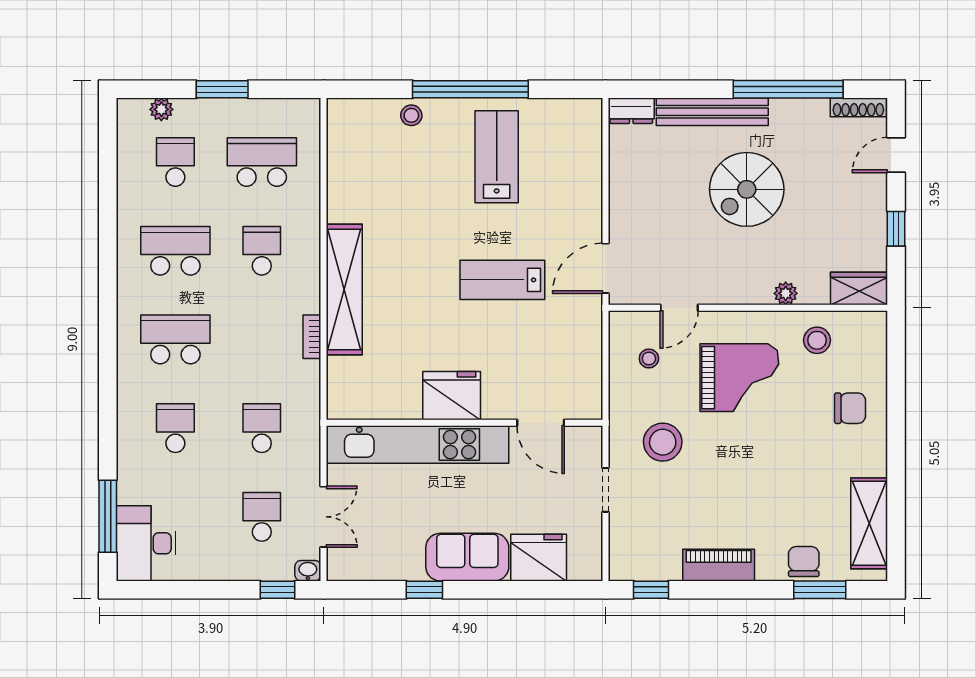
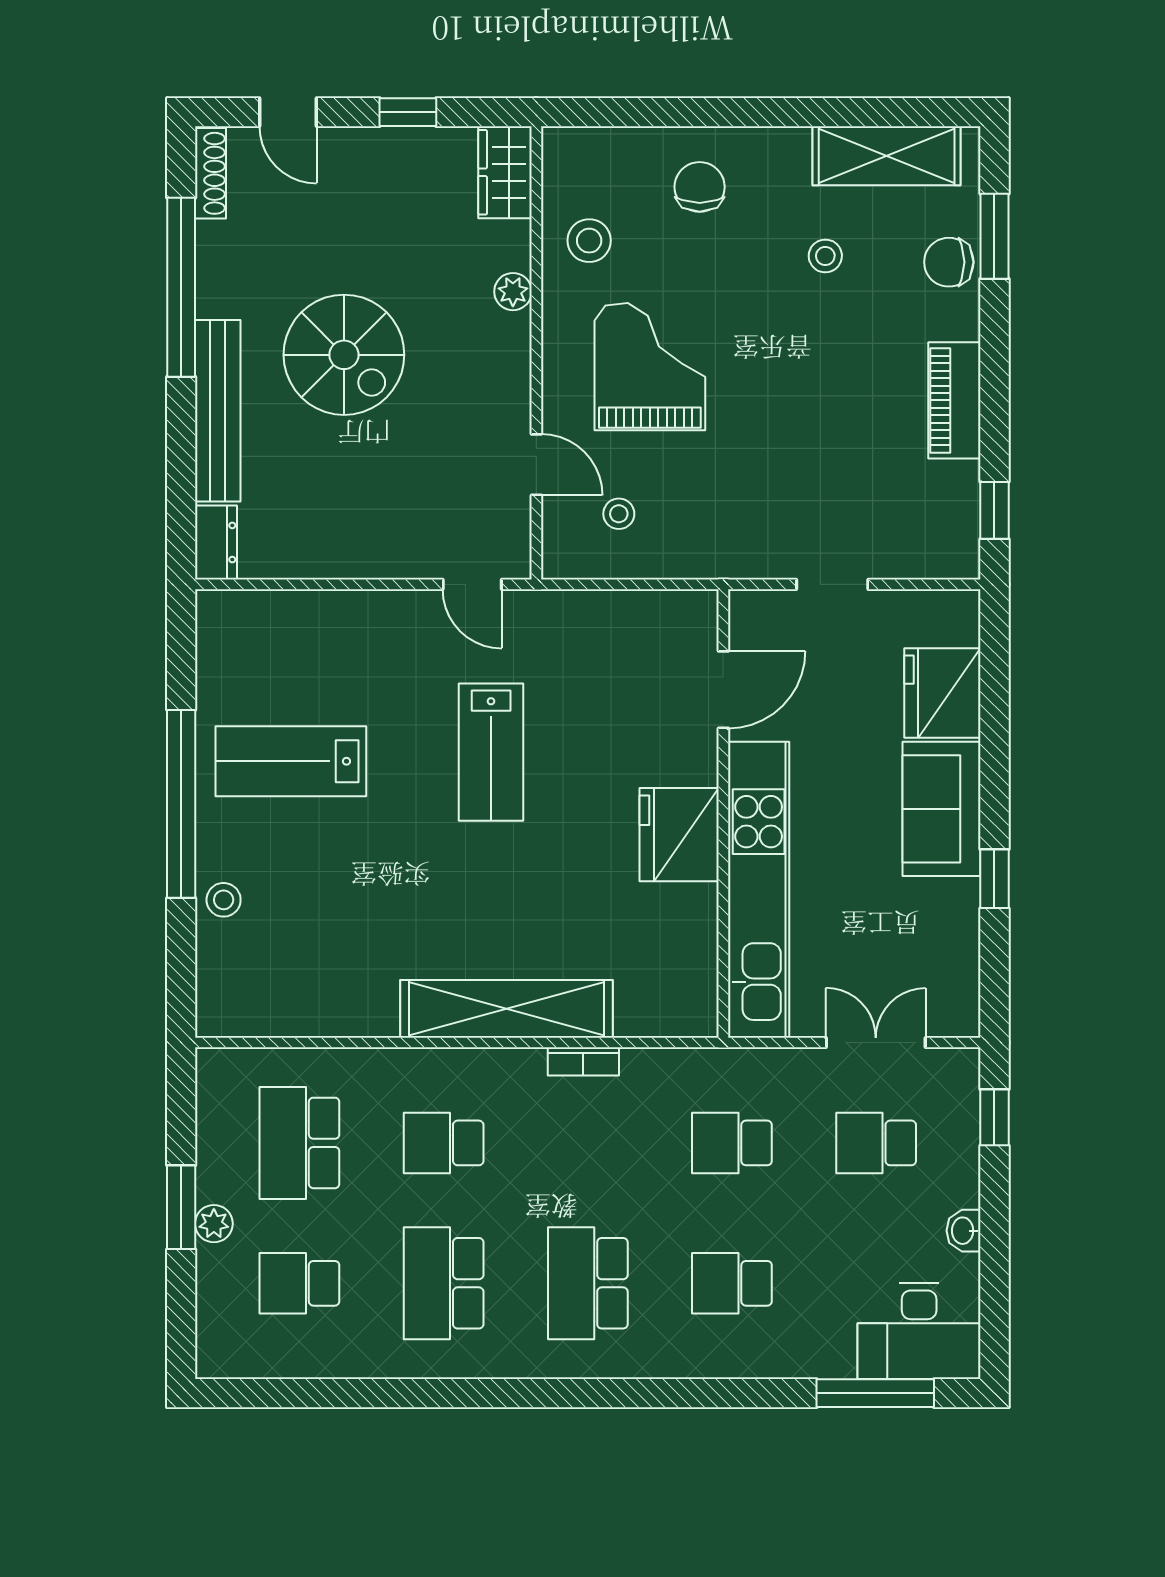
plant: (161, 109) -> (214, 1224), moved
door: (605, 268) -> (472, 584), width x0.73
stool: (663, 442) -> (825, 256), moved, width x0.53, depth x0.53
washbasin: (308, 571) -> (964, 1231), moved

